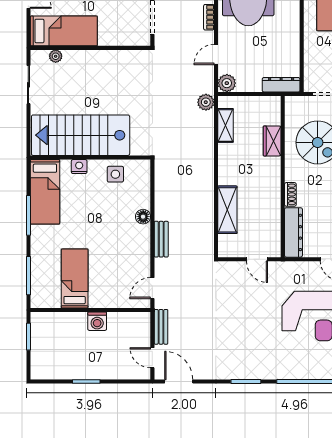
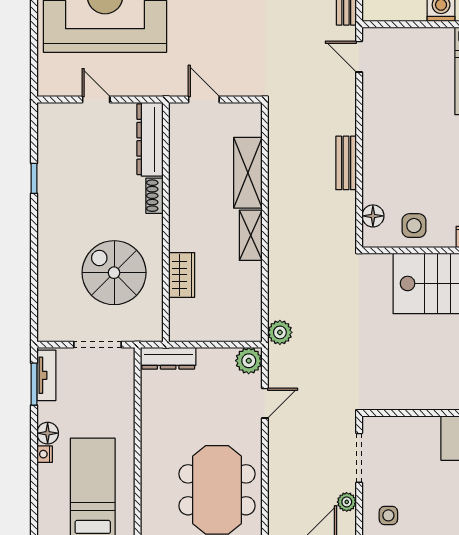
bookcase: (209, 17) -> (275, 458), removed
shelving: (225, 125) -> (251, 235), moved
floor lamp: (143, 217) -> (373, 216), moved
bench: (161, 239) -> (346, 163), moved
door: (152, 288) -> (359, 57), swing flipped

